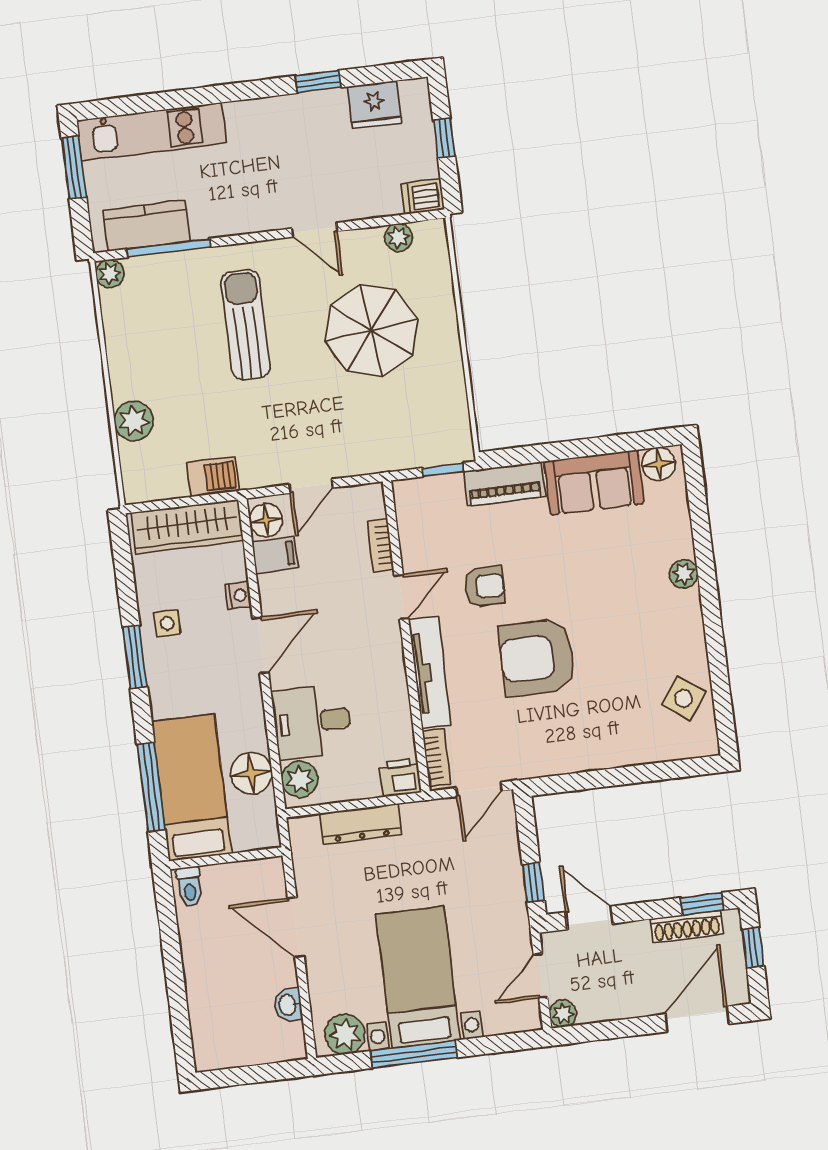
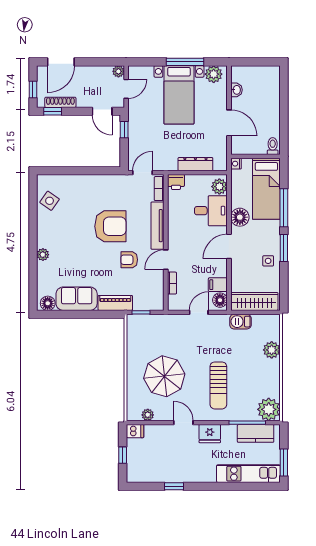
fridge: (375, 105) -> (210, 434), moved, turned 180
plant: (110, 274) -> (269, 409), width x1.88, depth x1.88
nightstand: (238, 596) -> (236, 164), moved
floor lamp: (251, 773) -> (240, 217), moved
window: (151, 787) -> (284, 208), moved

